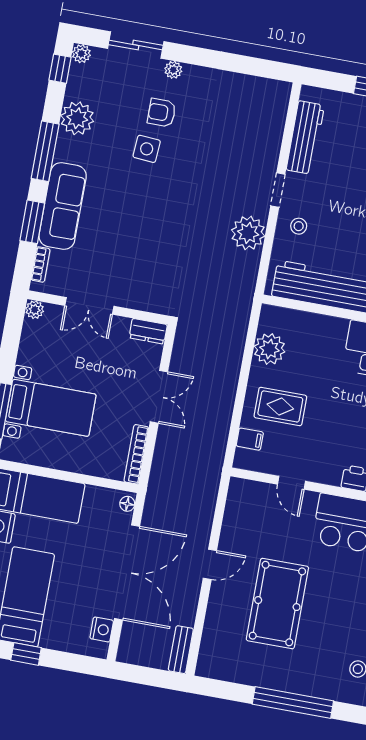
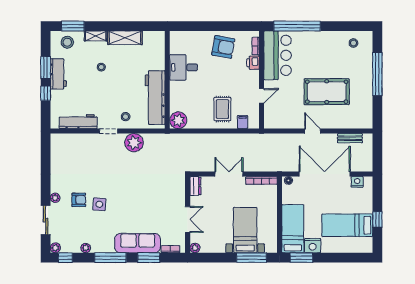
armchair: (162, 113) -> (79, 200), turned -90
plant: (77, 118) -> (86, 248), width x0.53, depth x0.53
plant: (269, 349) -> (178, 120), moved
bench: (181, 650) -> (350, 138), moved

